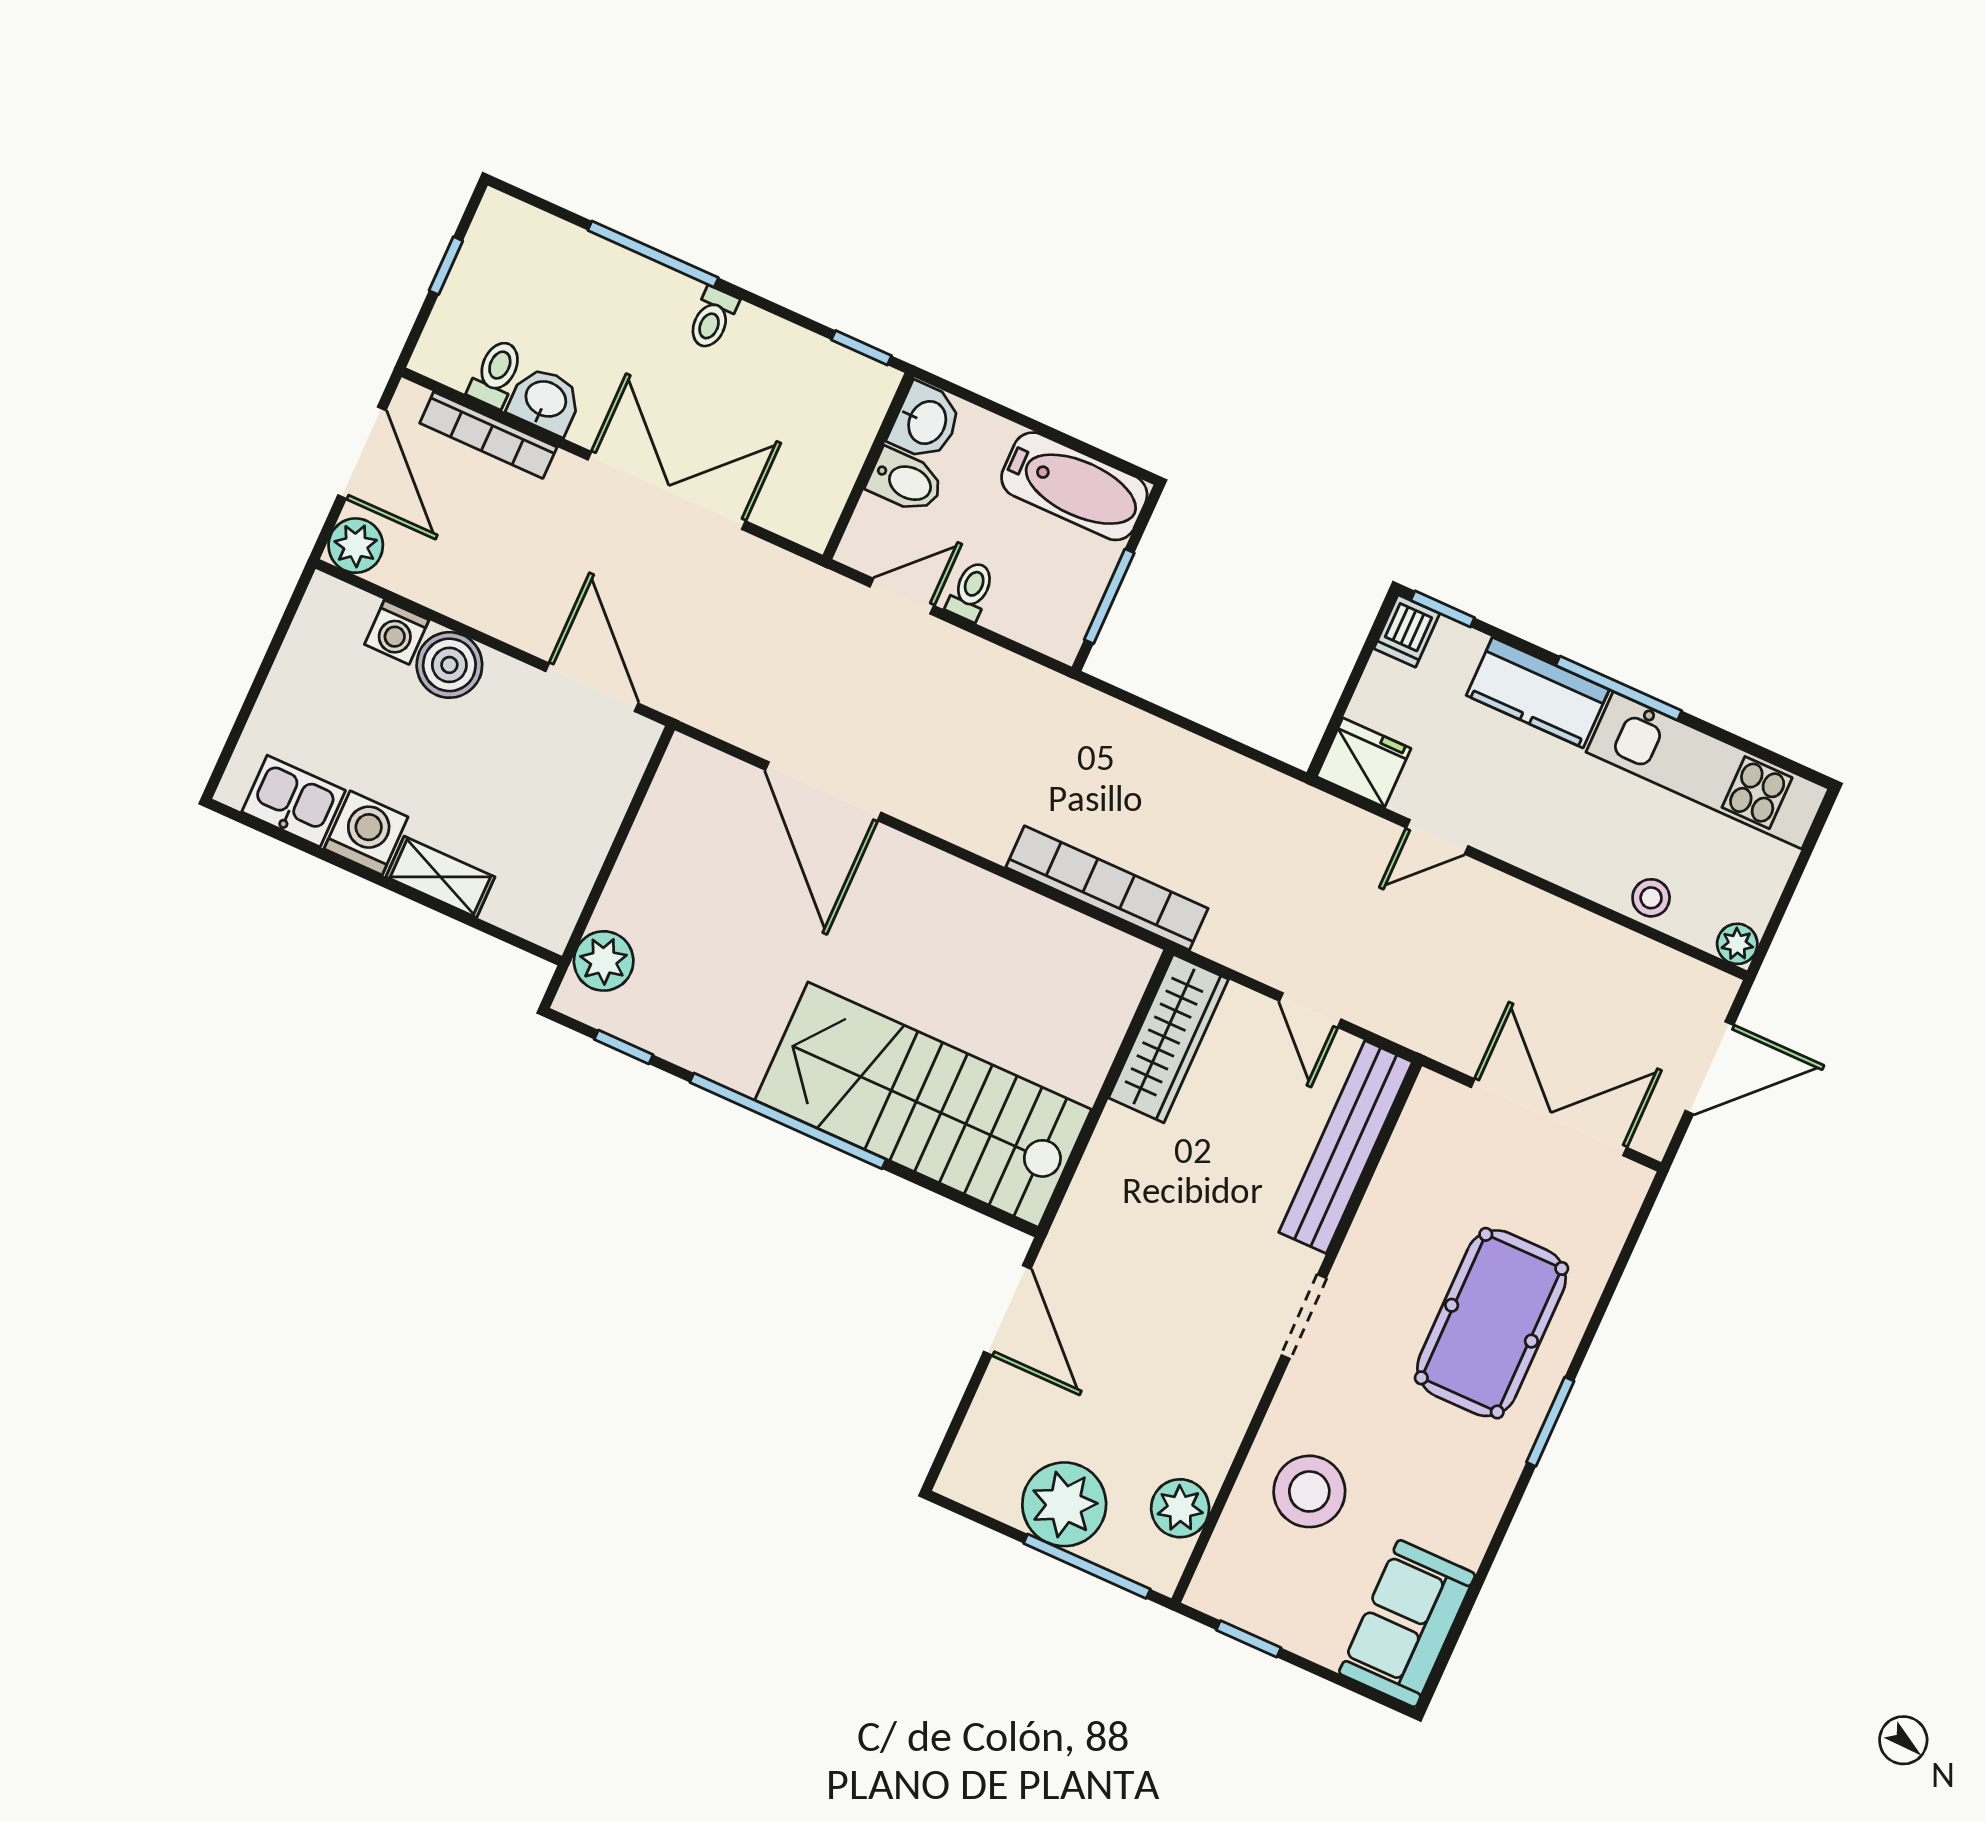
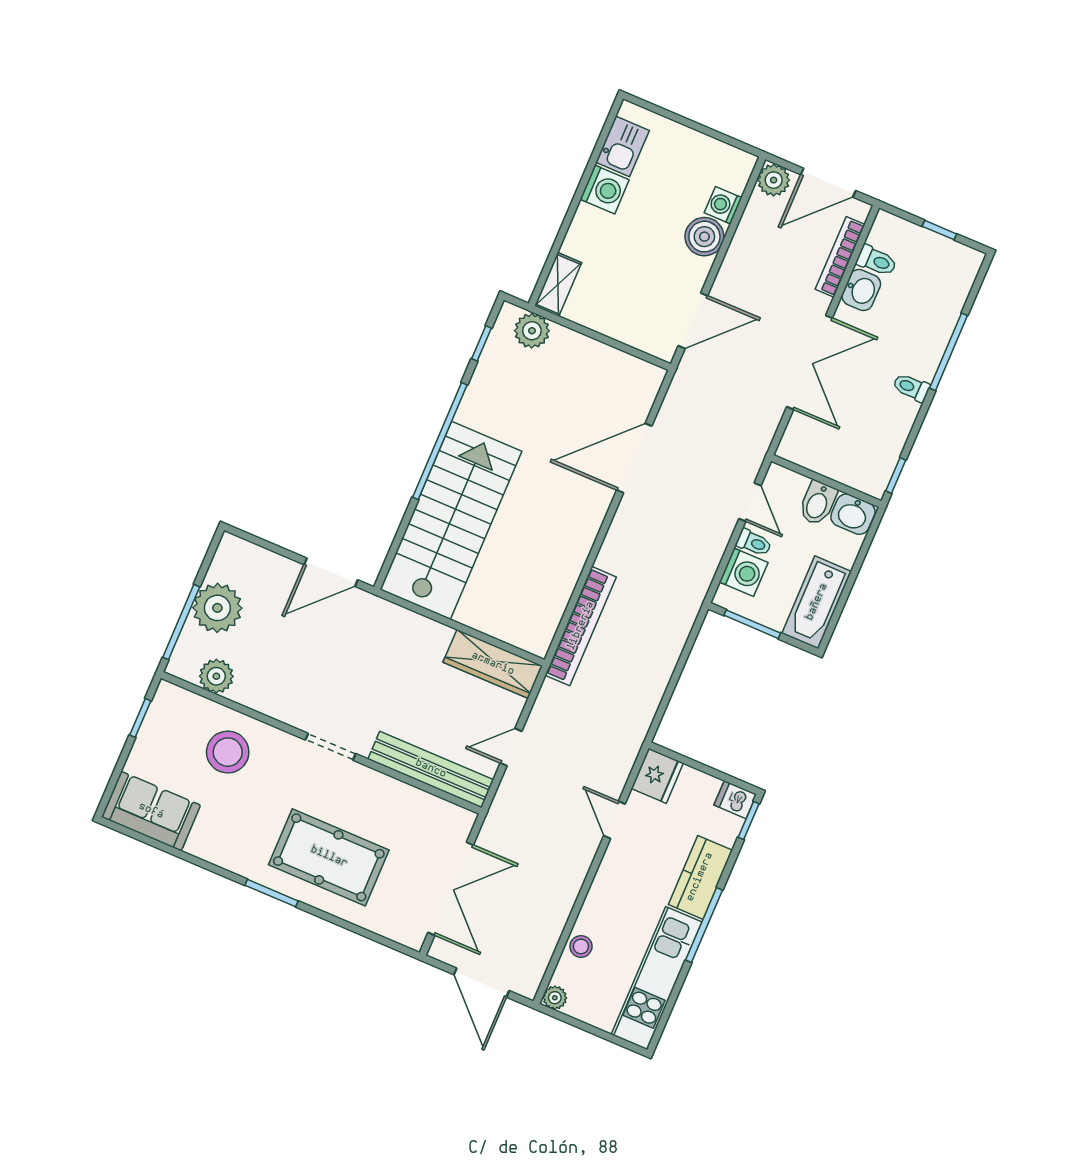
washing machine: (1021, 609) -> (744, 572), added
shelving: (440, 877) -> (558, 284), moved

